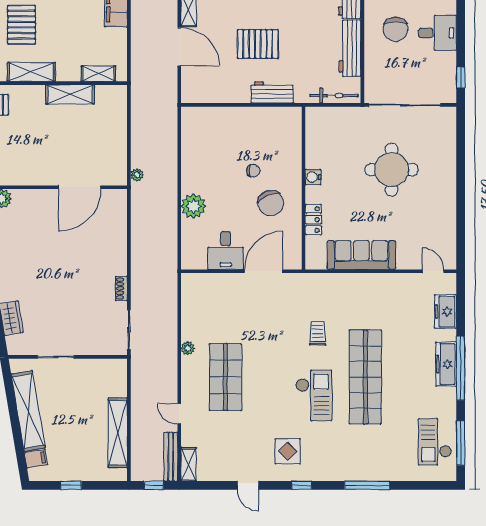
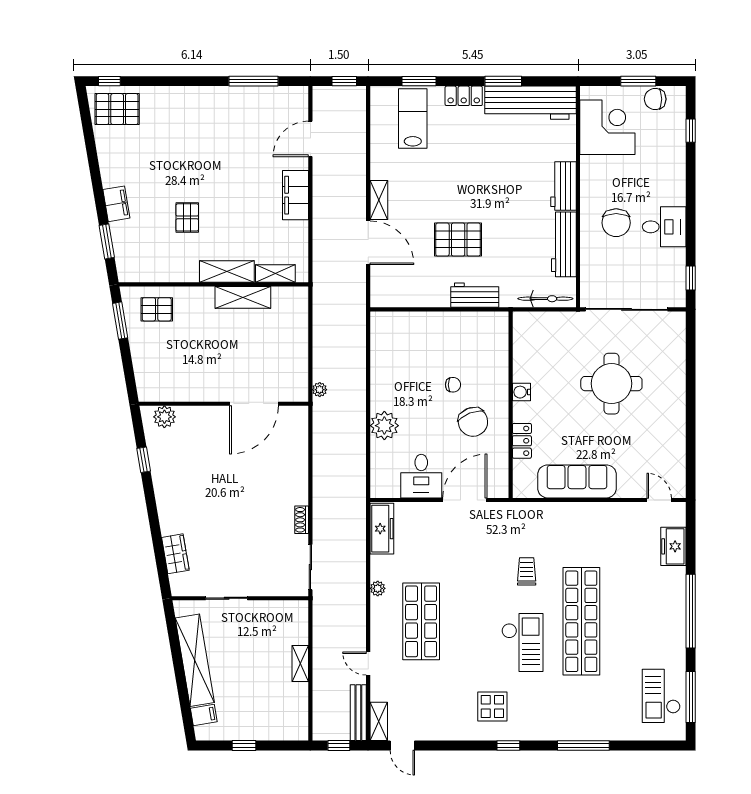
pallet: (21, 25) -> (187, 217), width x0.67, depth x0.71
shelving: (31, 72) -> (227, 272), moved
freezer: (446, 364) -> (382, 529), moved, turned 180
shelving: (118, 433) -> (300, 663), width x0.45, depth x0.75
door: (248, 485) -> (402, 746), moved

